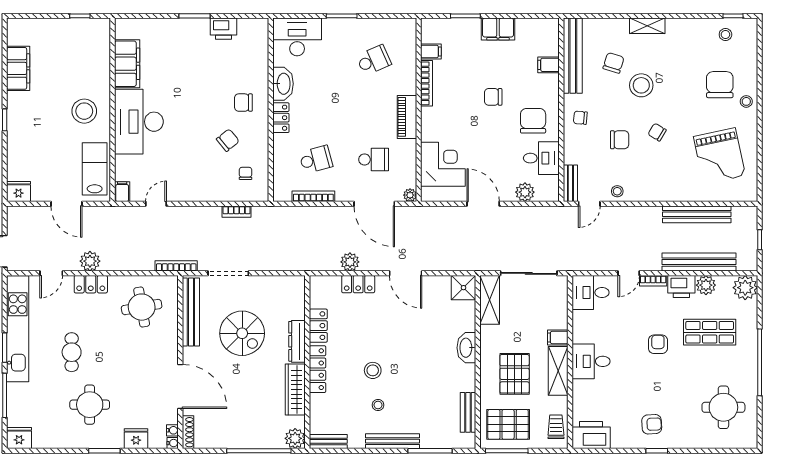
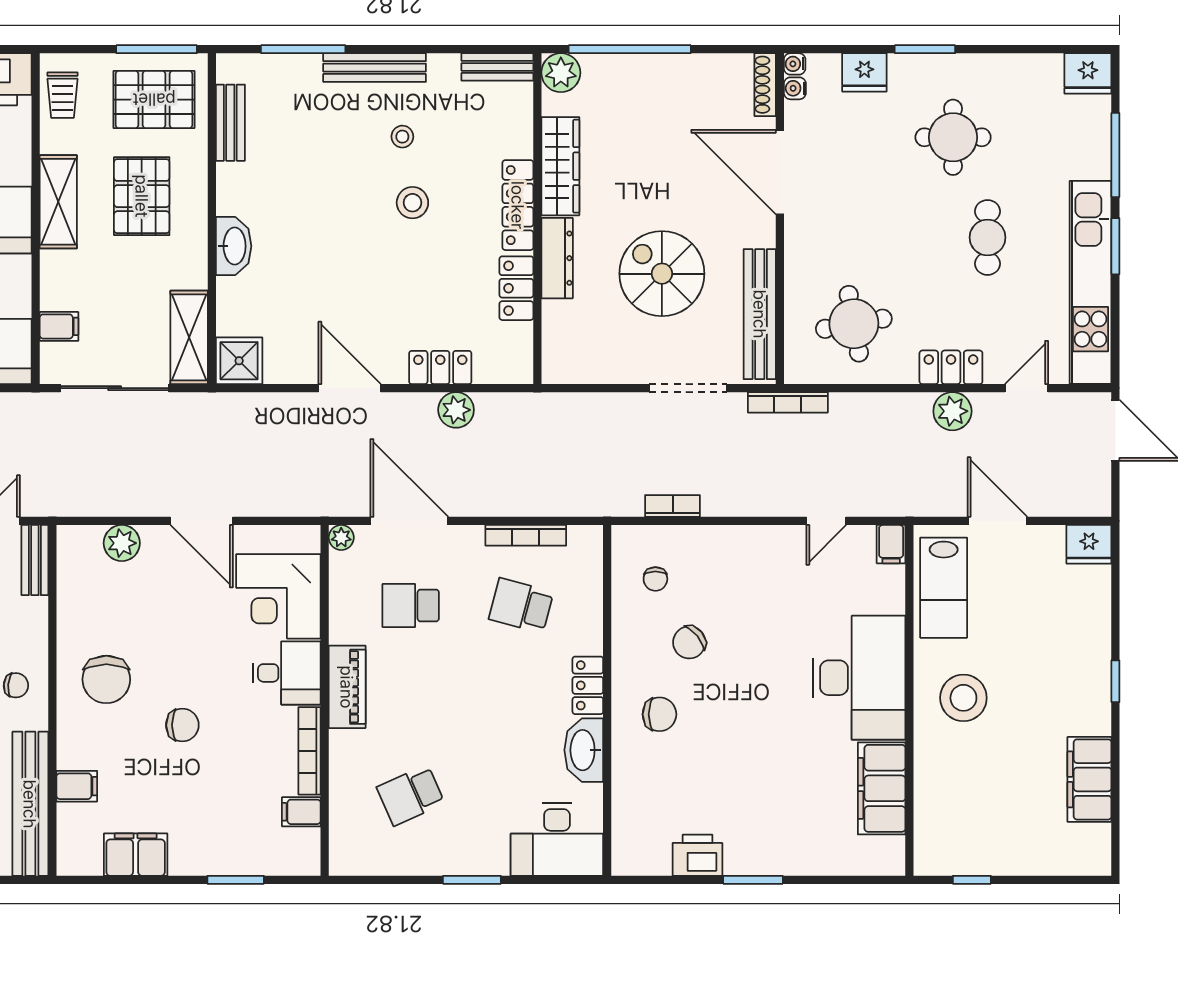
filing cabinet: (498, 29) -> (136, 855), moved
desk: (541, 158) -> (287, 673), moved, turned 180
school desk: (316, 159) -> (521, 605), turned 30
filing cabinet: (558, 337) -> (59, 326), moved

